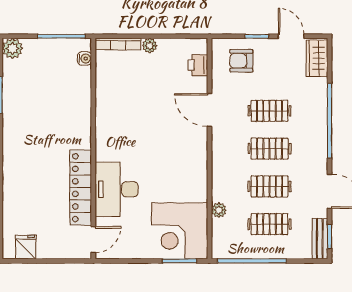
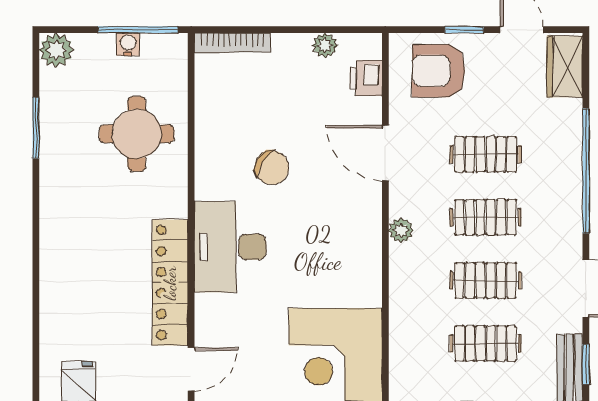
plant: (150, 46) -> (325, 45), moved
water cooler: (85, 58) -> (128, 44), moved, turned -90
armchair: (241, 61) -> (439, 71), width x1.38, depth x1.38
round table: (61, 99) -> (137, 134), added
chair: (142, 119) -> (272, 168), added
desk: (117, 189) -> (230, 247), moved
plant: (219, 210) -> (401, 230), moved

